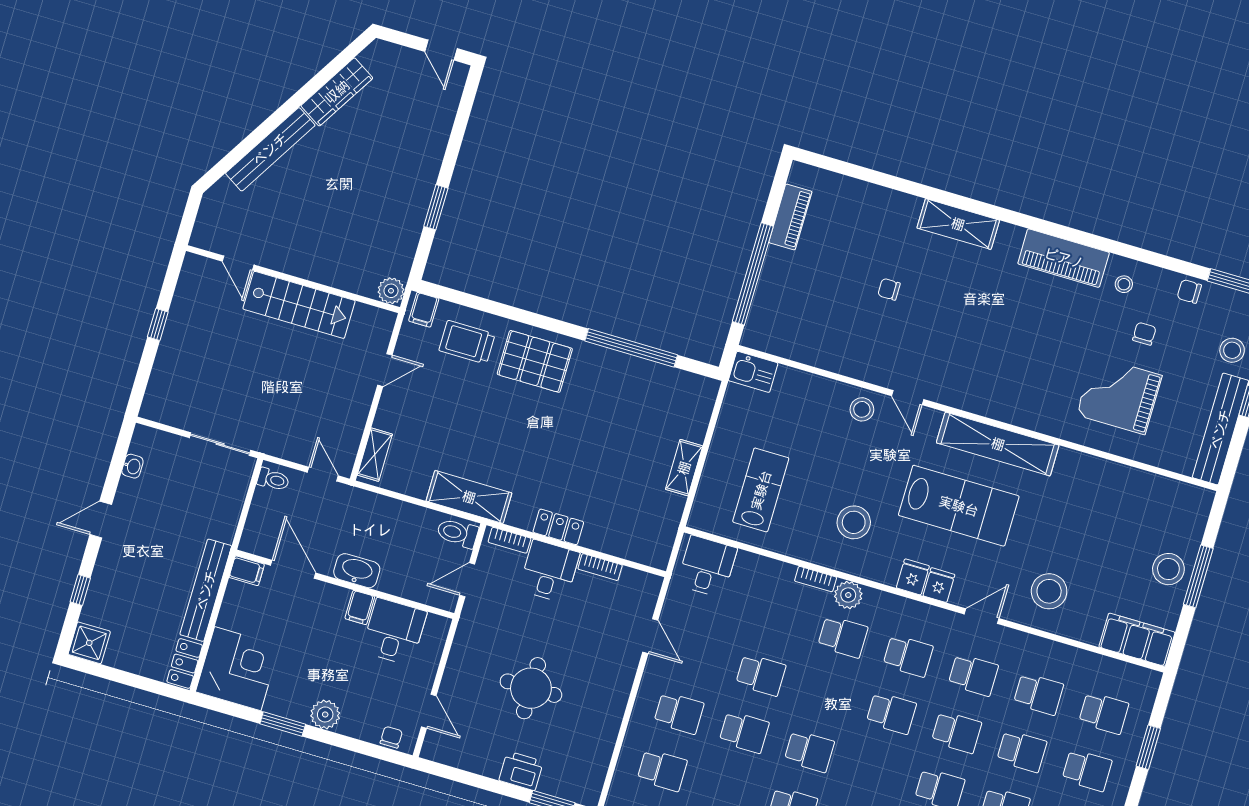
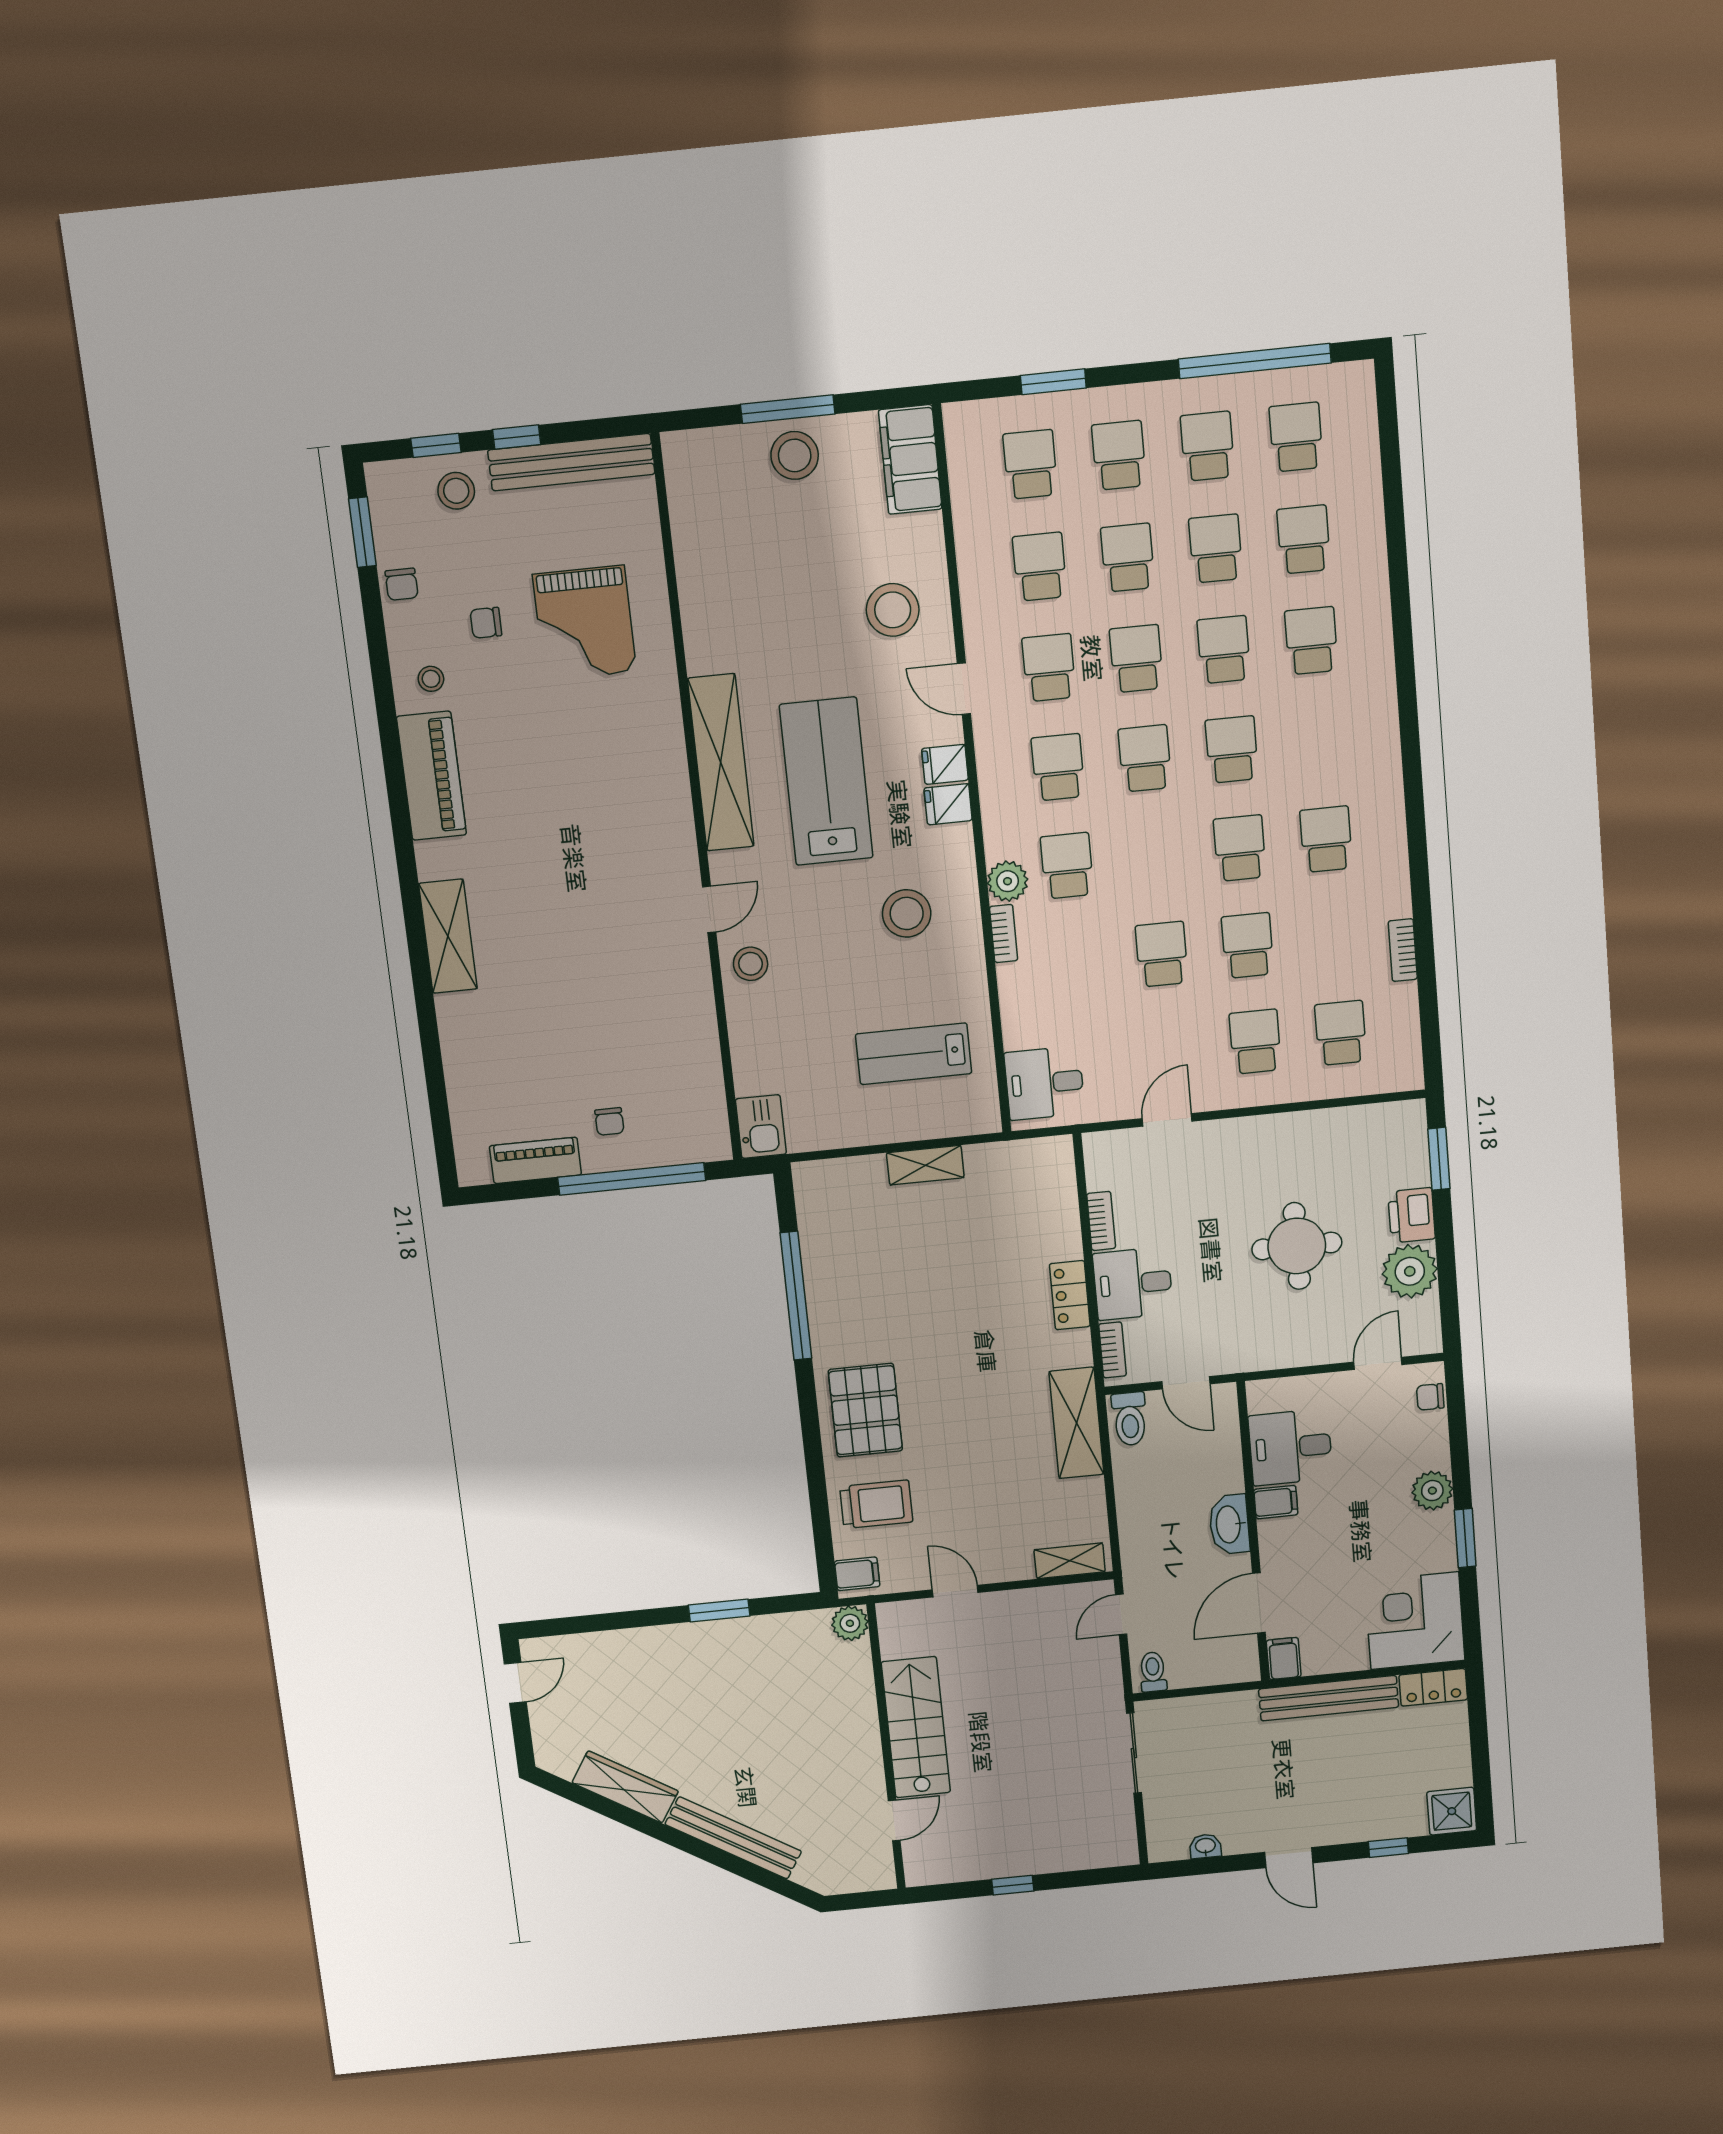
chair: (889, 289) -> (609, 1121), moved
trolley: (467, 342) -> (876, 1504), turned -90
plant: (483, 756) -> (1410, 1271), added
school desk: (875, 770) -> (1232, 749), added

